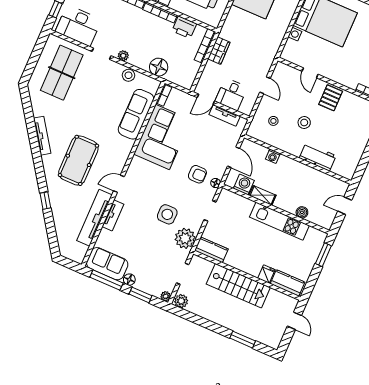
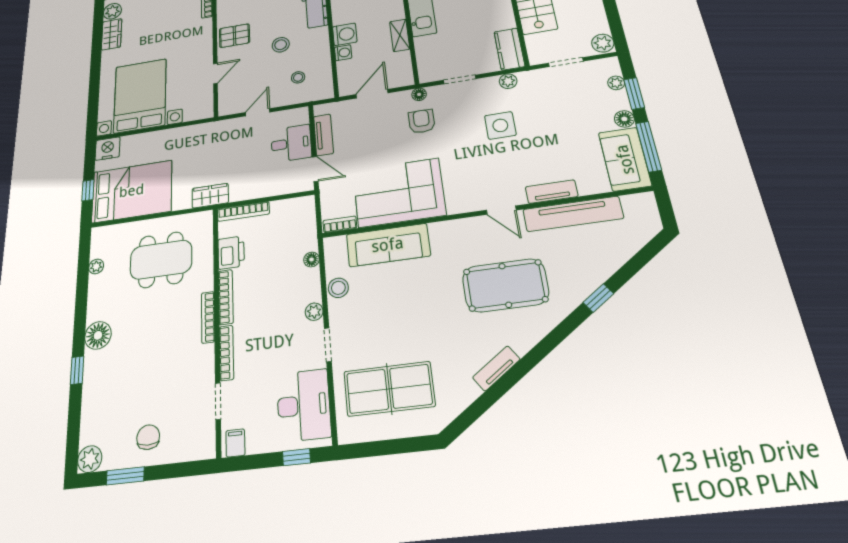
wardrobe: (219, 51) -> (210, 196), moved
floor lamp: (159, 67) -> (311, 260), width x0.53, depth x0.53
tv unit: (42, 136) -> (496, 368), width x0.71
washing machine: (244, 185) -> (345, 34), moved, turned 180
plant: (185, 238) -> (508, 81), width x0.53, depth x0.53
plant: (166, 296) -> (616, 83), moved

